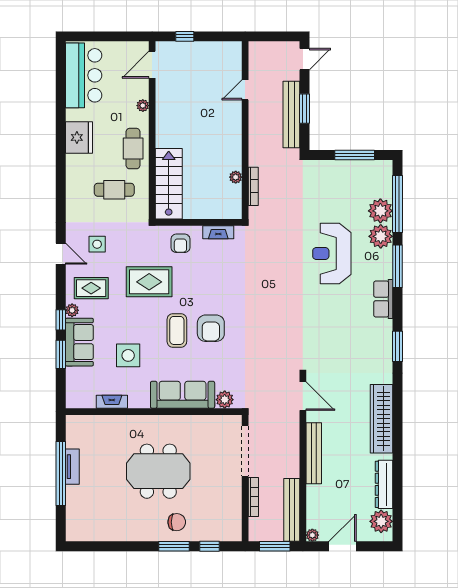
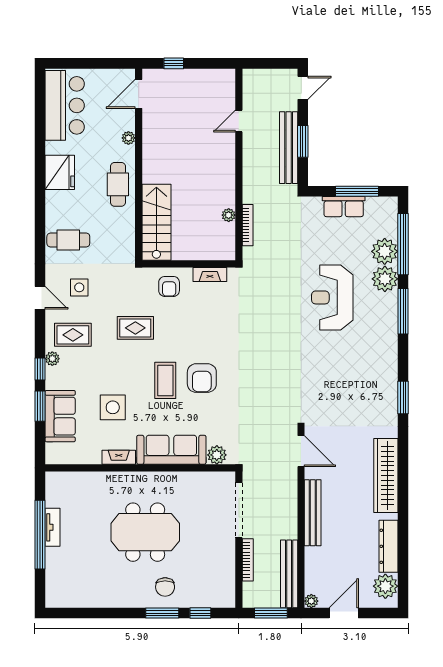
cafe table: (114, 190) -> (68, 240), moved
rug: (149, 282) -> (135, 328), width x0.73, depth x0.70
row of seats: (383, 299) -> (344, 207), moved, turned -90
sofa: (79, 342) -> (60, 416), moved
fireplace: (112, 402) -> (119, 457), moved
chair: (177, 522) -> (165, 587), turned 90

